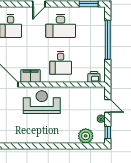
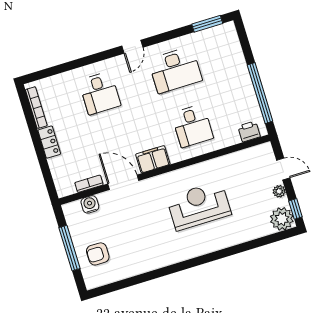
window: (108, 40) -> (260, 93), moved
reception desk: (42, 102) -> (199, 206), moved
plant: (86, 136) -> (282, 219), moved

